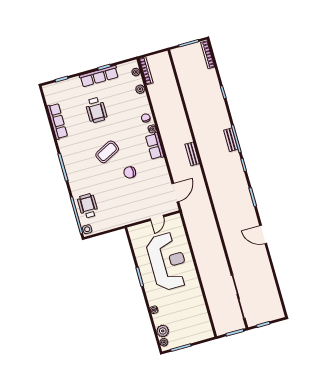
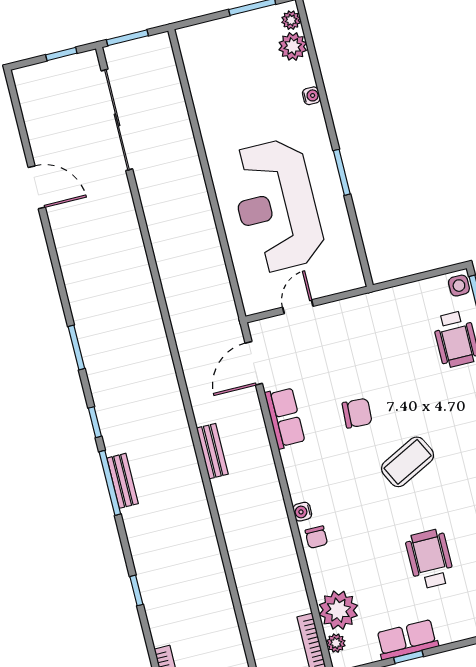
row of seats: (99, 76) -> (407, 640), width x0.68
plant: (140, 89) -> (338, 610), width x1.88, depth x1.88
row of seats: (155, 146) -> (285, 418), moved
door: (263, 235) -> (37, 187), moved

